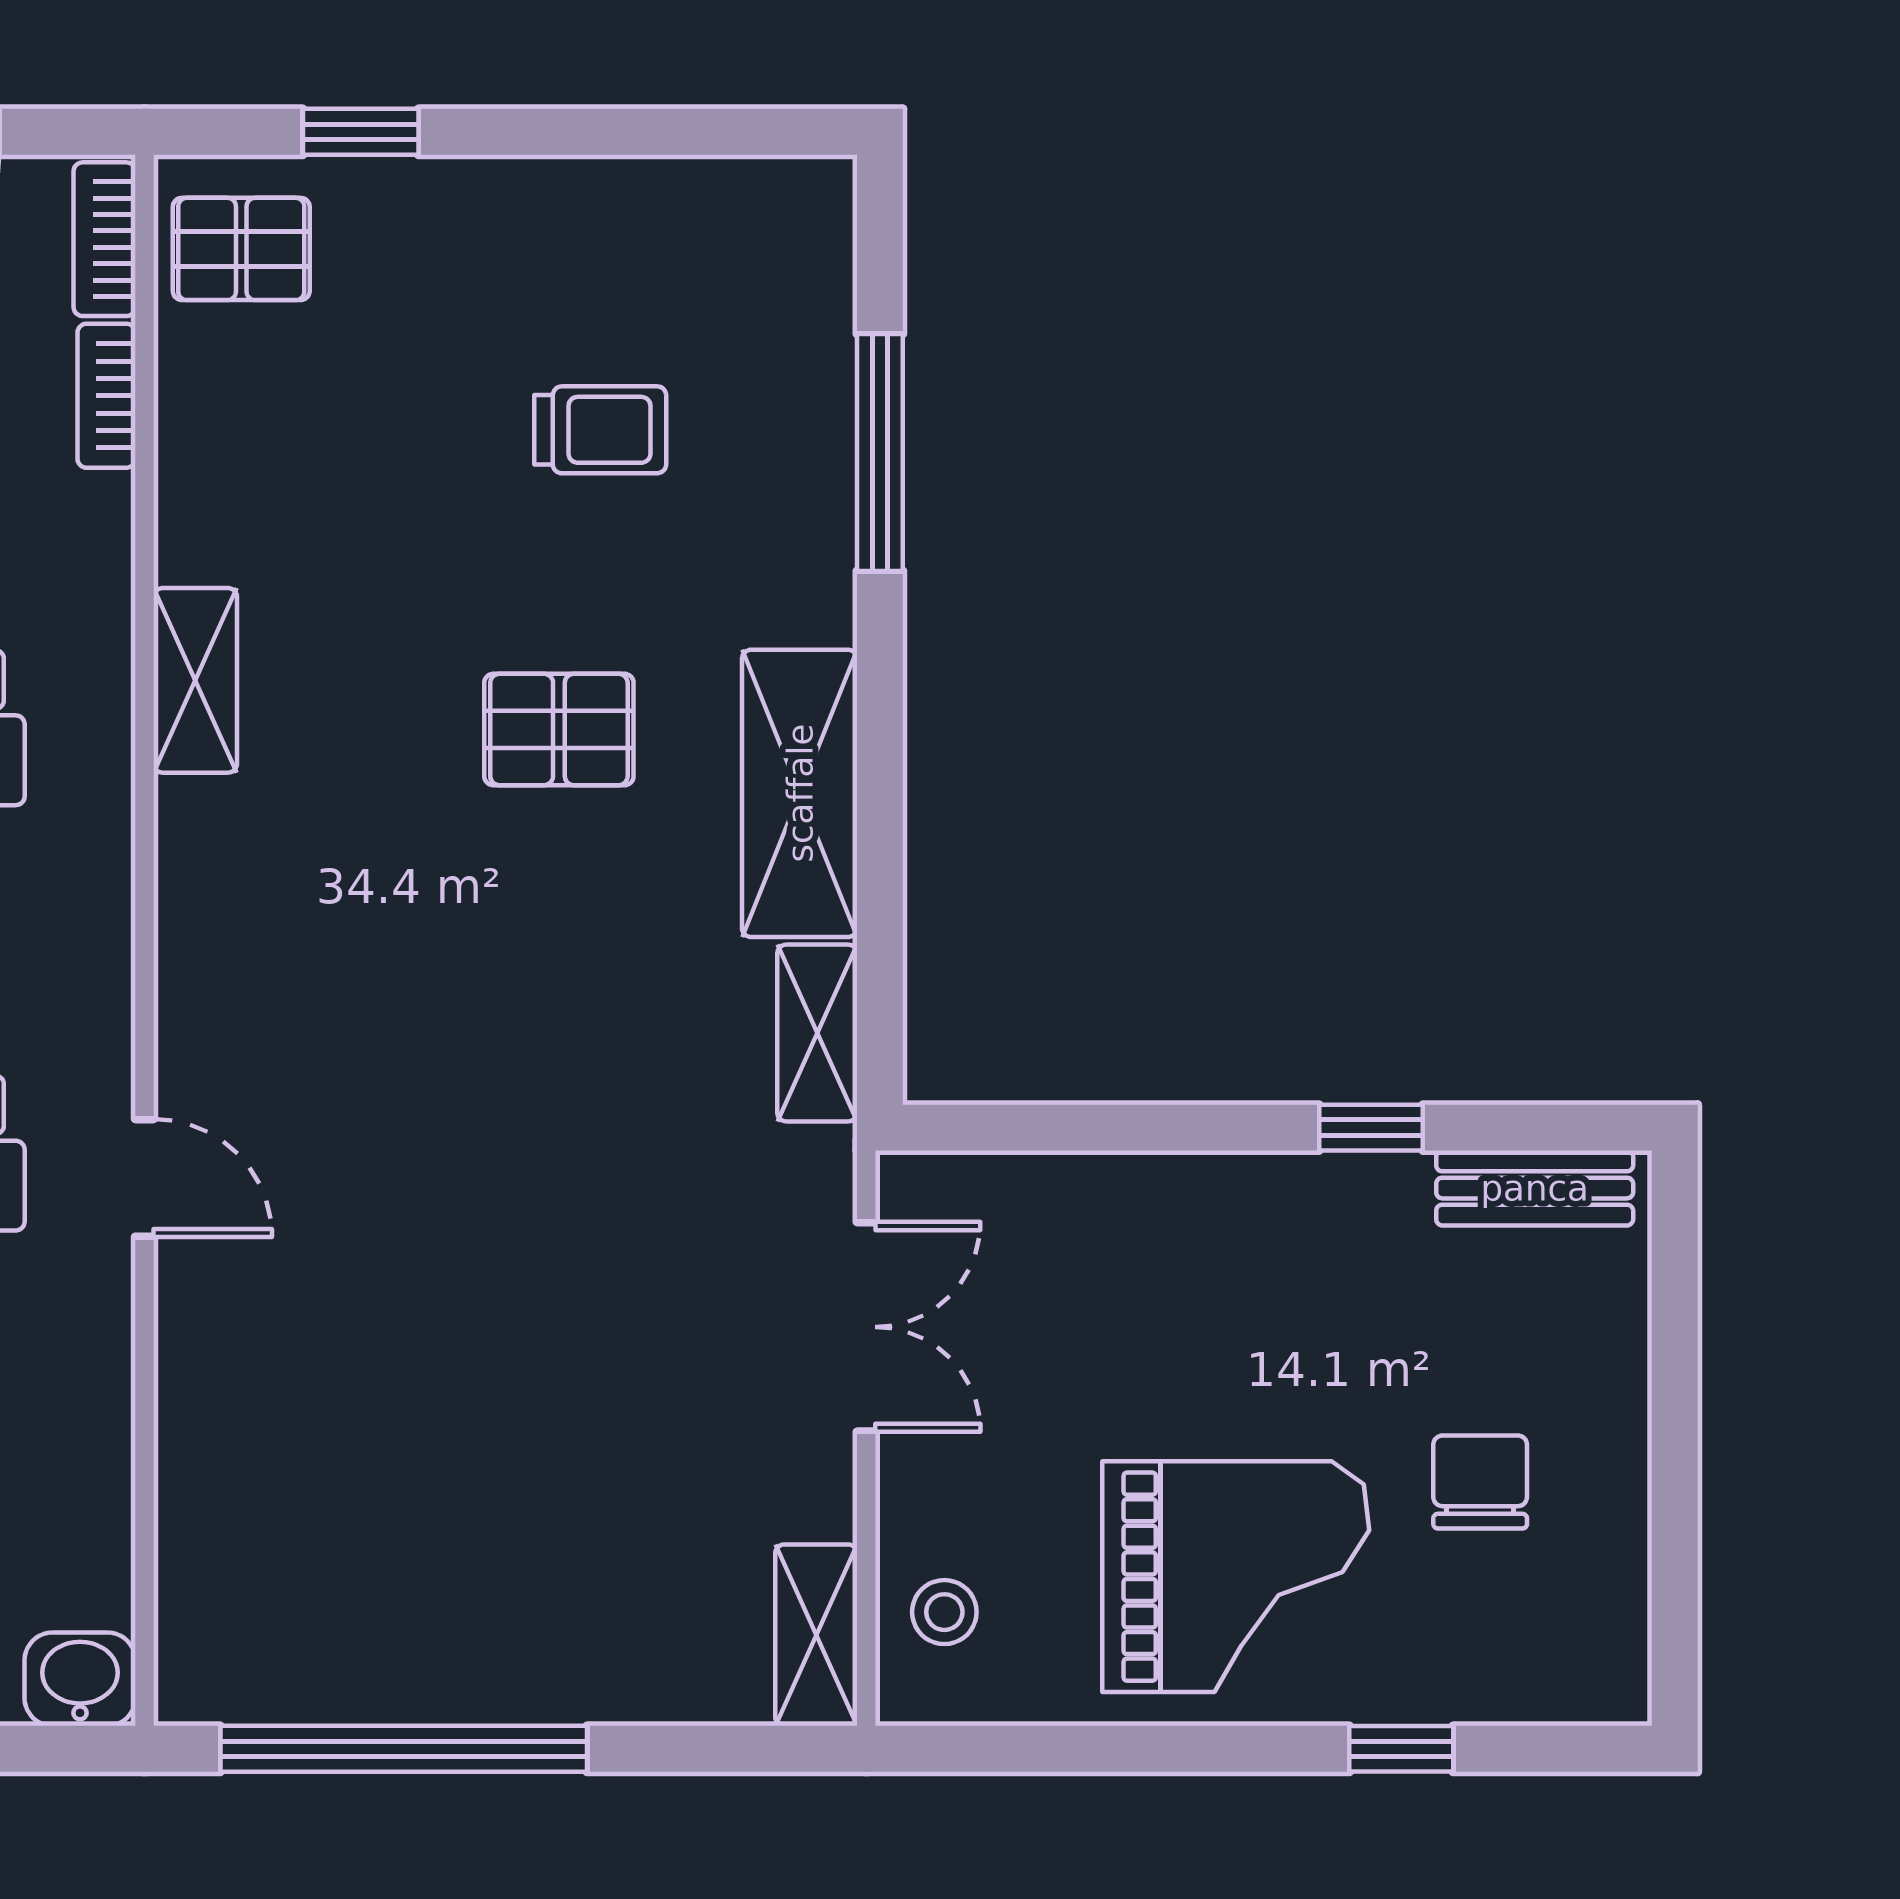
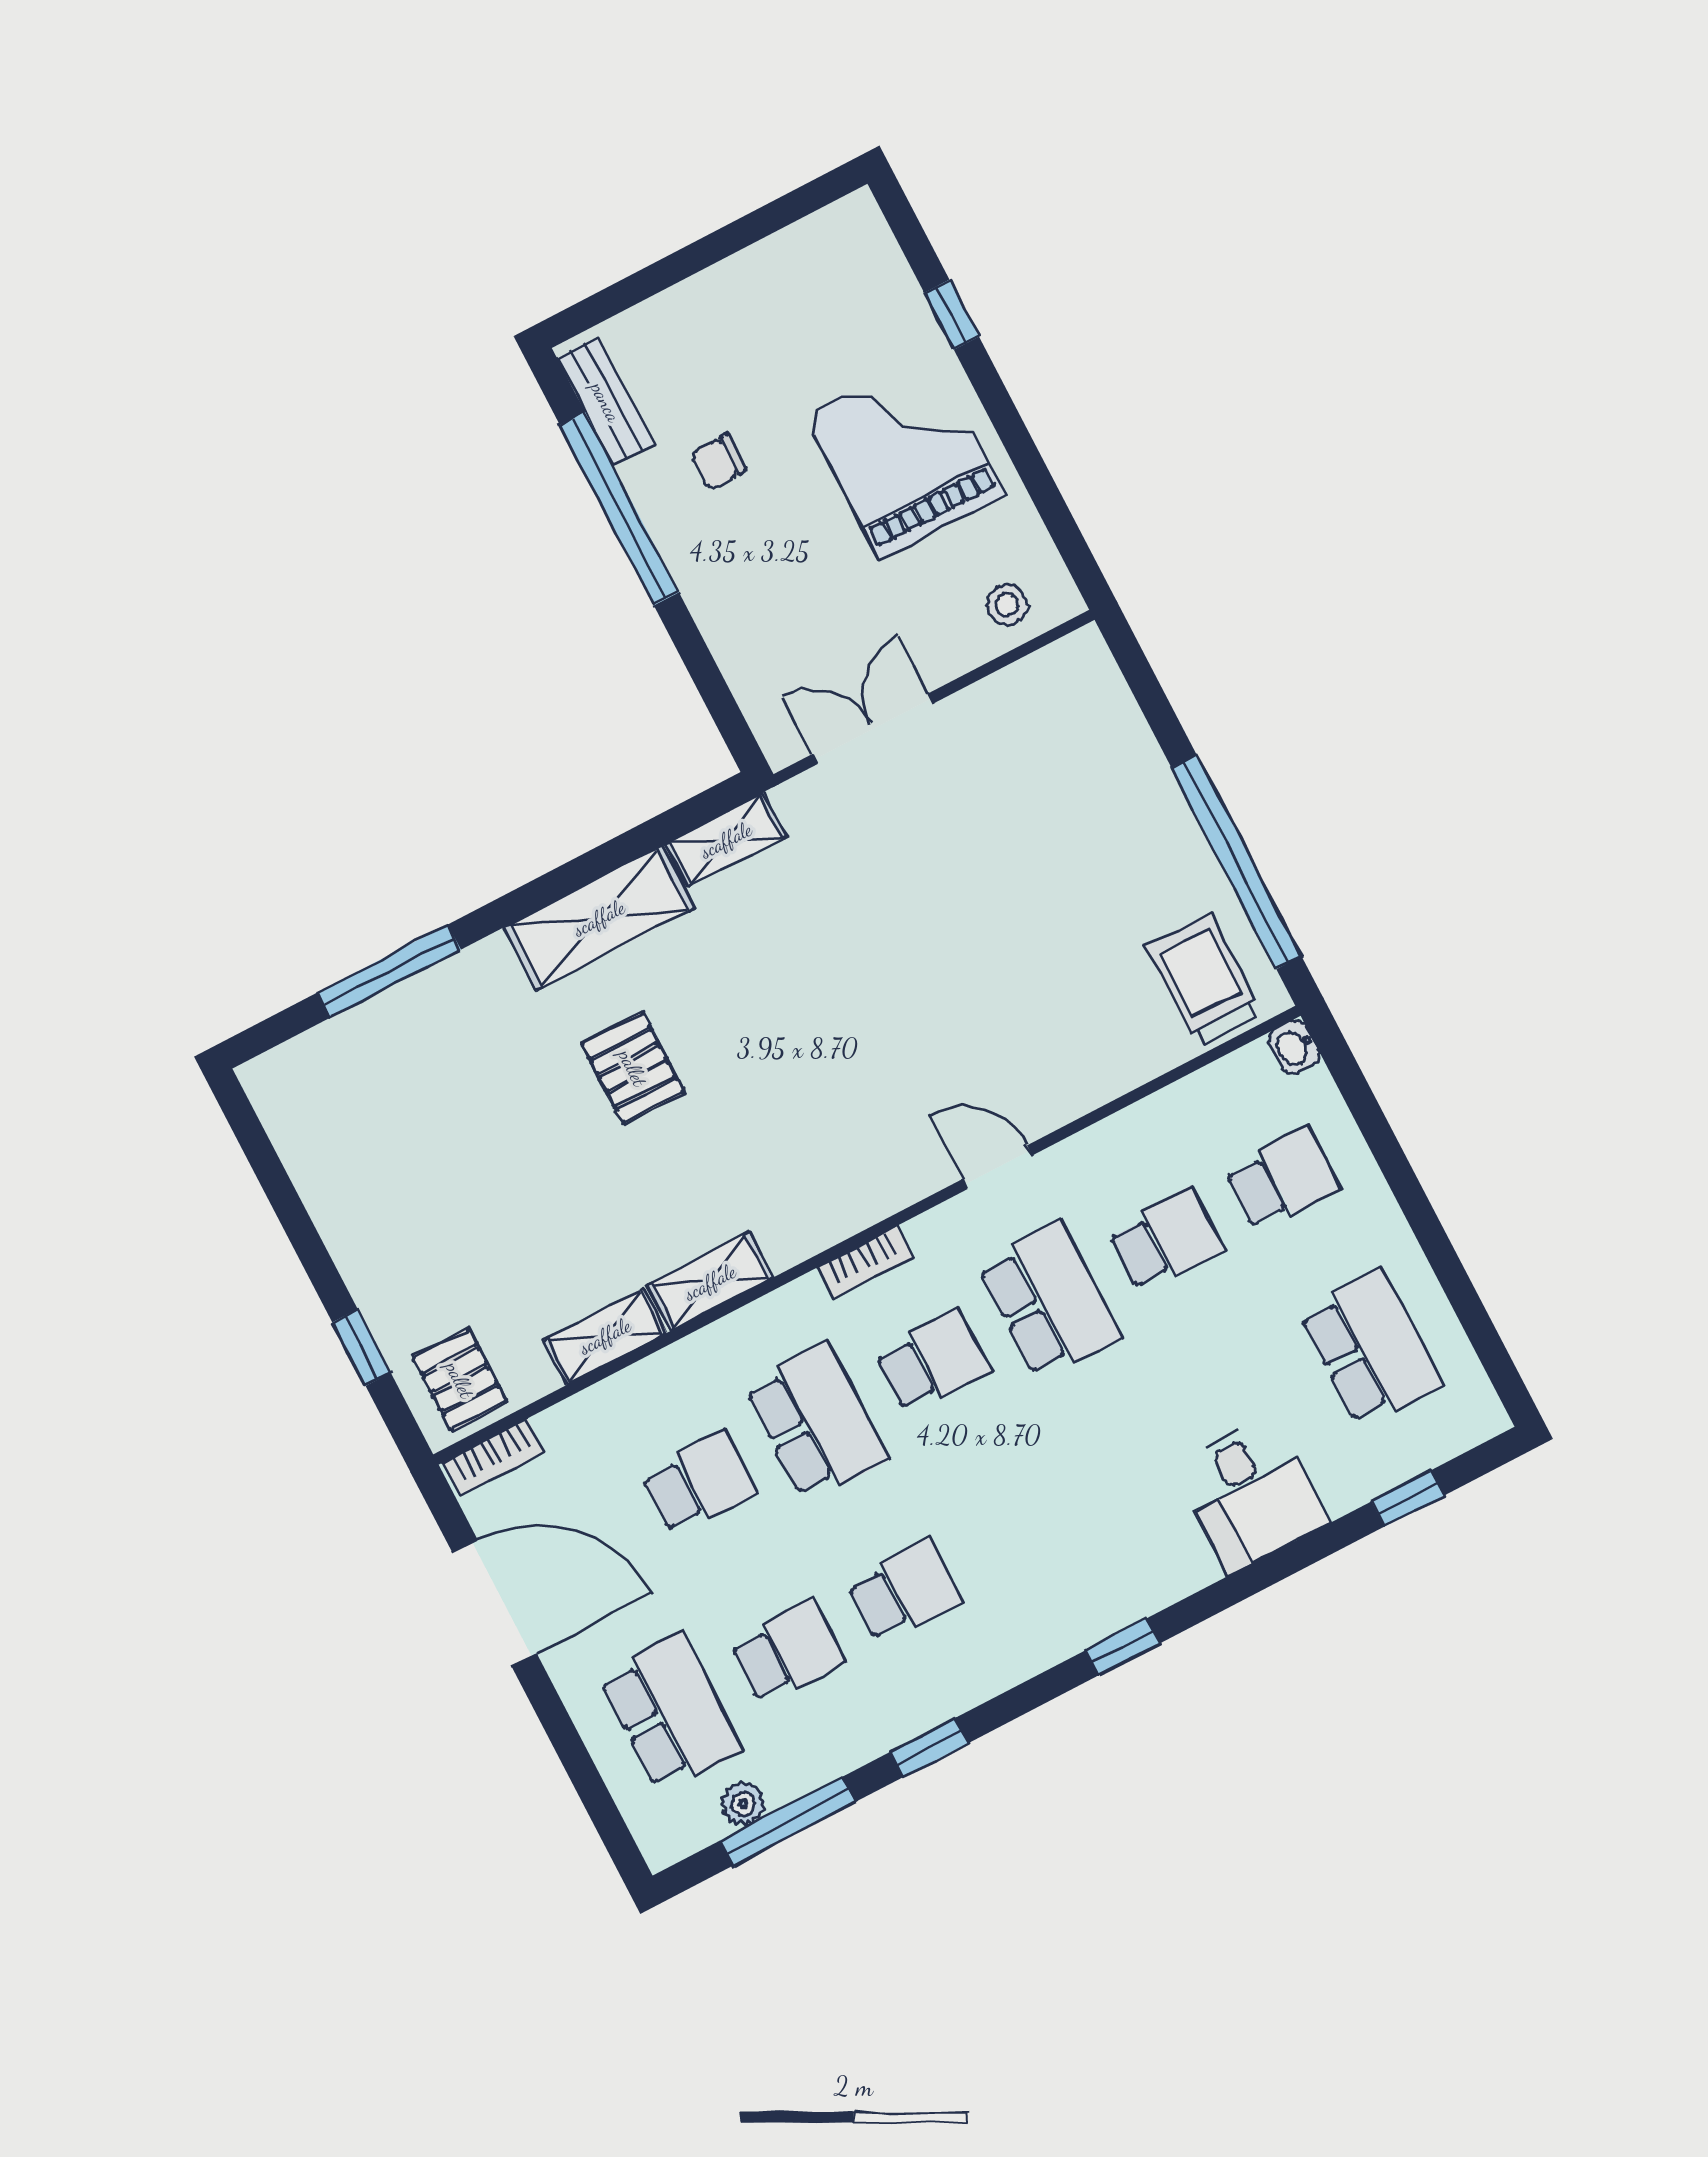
bookcase: (106, 396) -> (865, 1263), moved
trolley: (600, 430) -> (1204, 980), moved, width x1.36, depth x1.39
window: (1371, 1128) -> (619, 509), width x3.17
door: (144, 1178) -> (997, 1167), hinge flipped
chair: (1480, 1482) -> (718, 462), moved, width x0.73, depth x0.73
shelving: (816, 1635) -> (605, 1336), moved
washbasin: (80, 1679) -> (1294, 1047), width x0.72, depth x0.69

